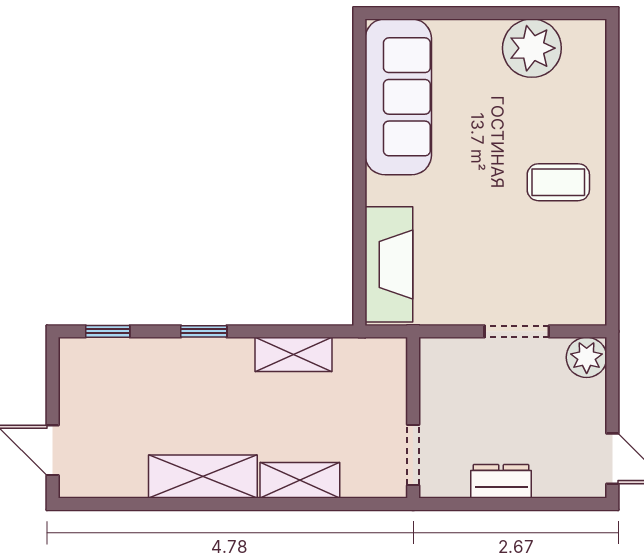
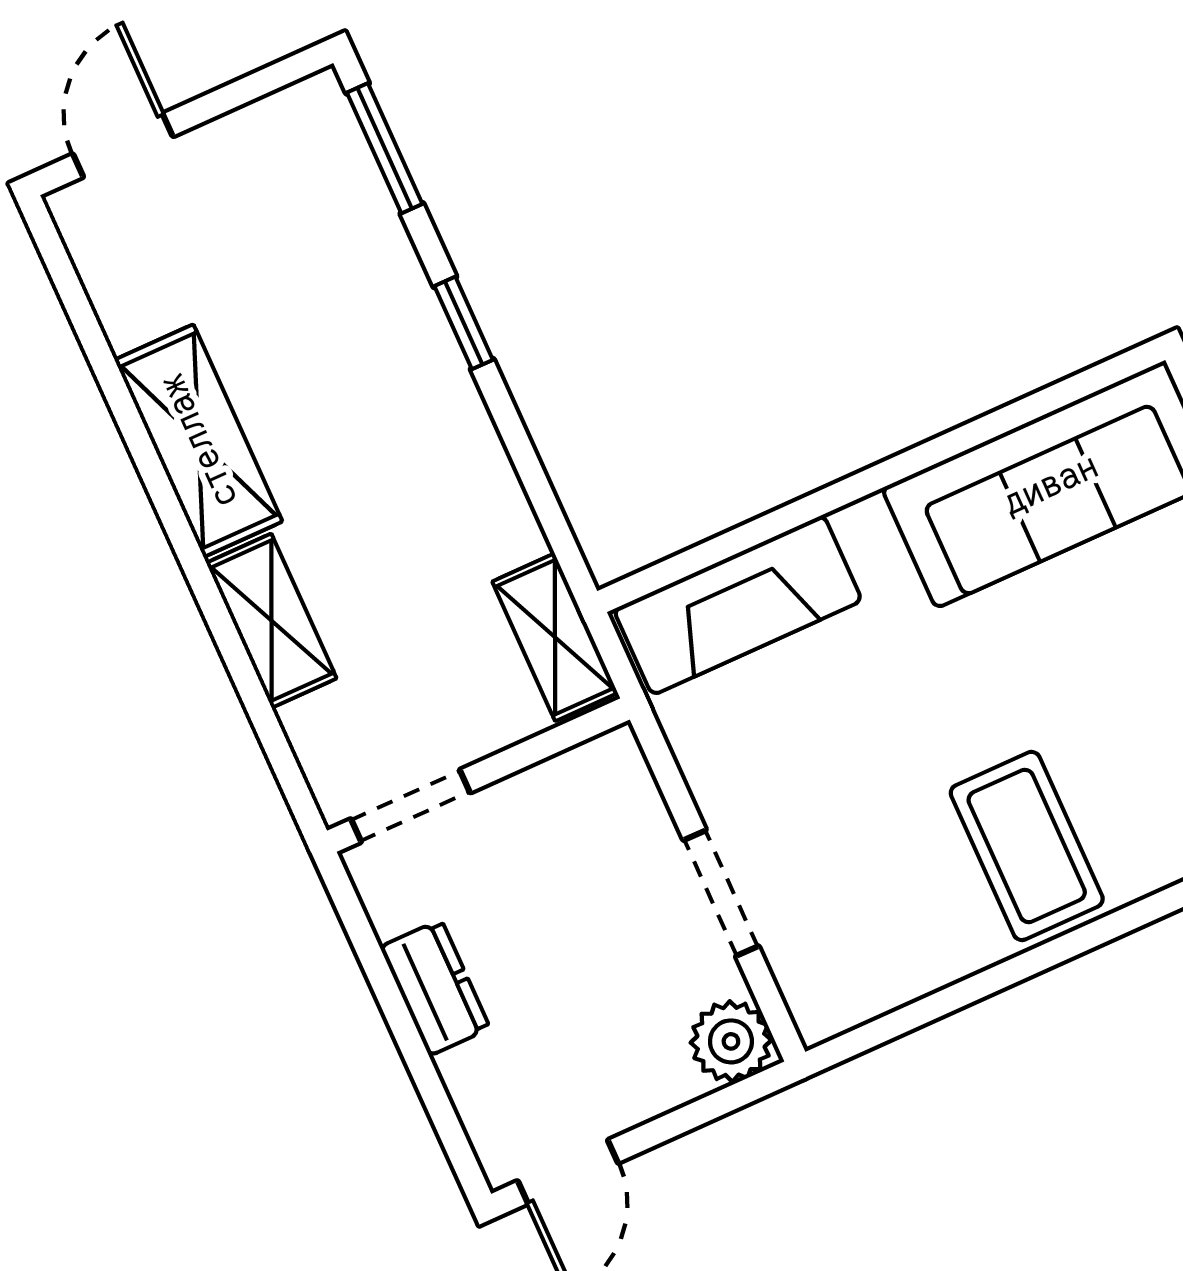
coffee table: (558, 182) -> (1027, 846), width x1.36, depth x1.30
window: (108, 331) -> (385, 148), width x1.50
shelving: (294, 354) -> (555, 637), moved

